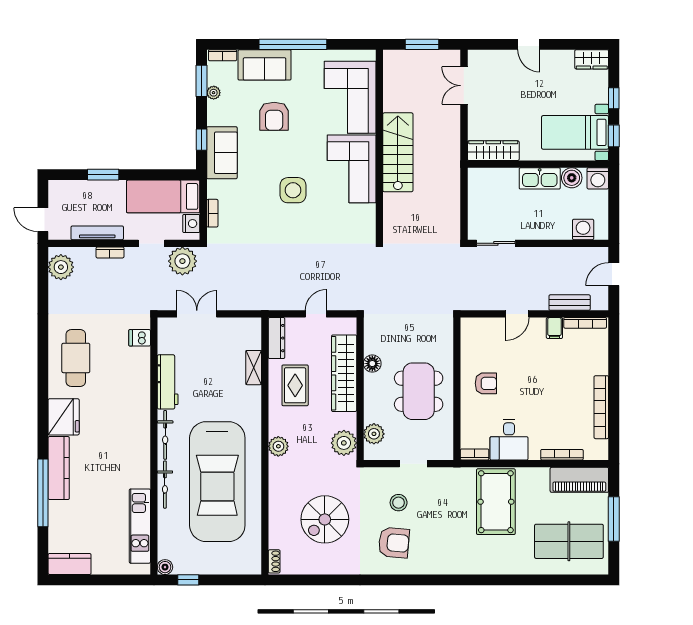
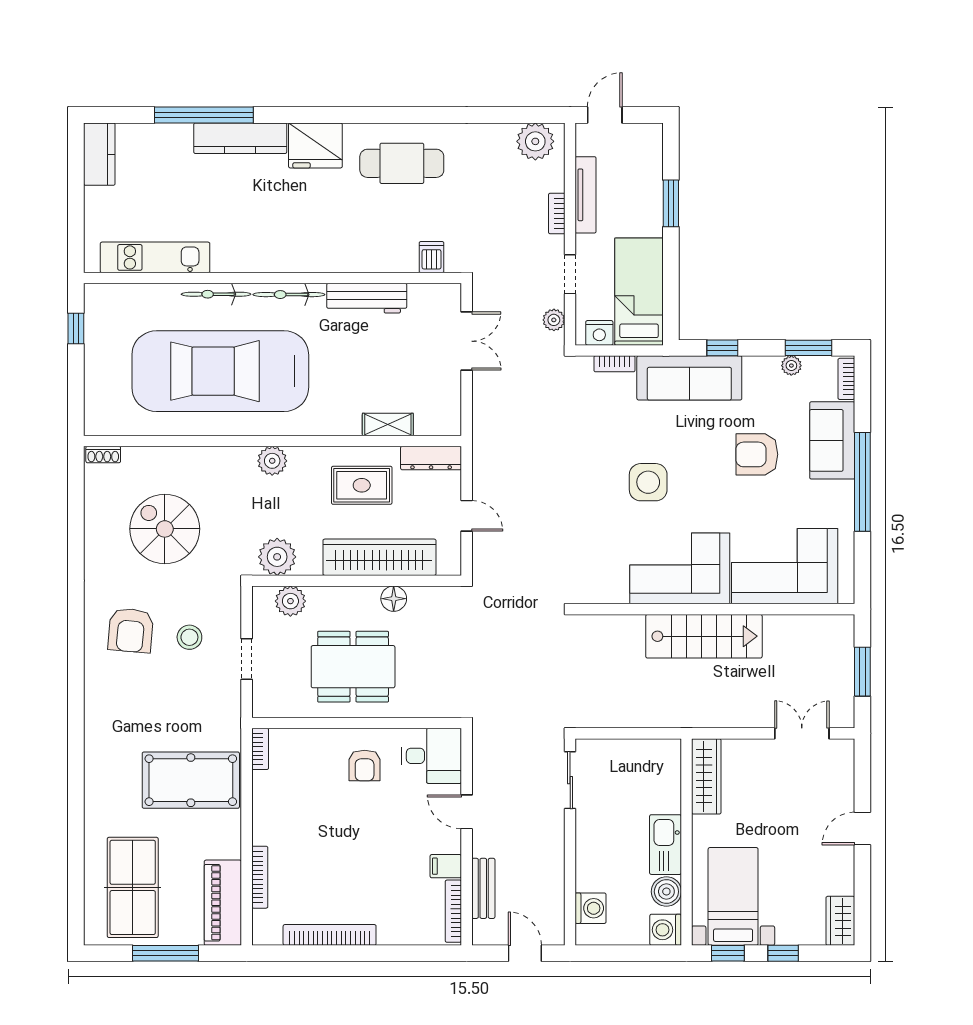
sofa: (222, 153) -> (689, 378), width x1.36
plant: (182, 261) -> (554, 320), width x0.53, depth x0.53
desk: (509, 440) -> (432, 756), moved, turned 180
boiler: (165, 567) -> (95, 294), removed

